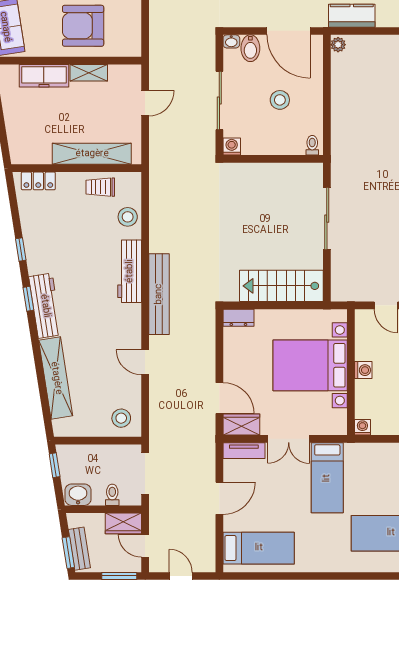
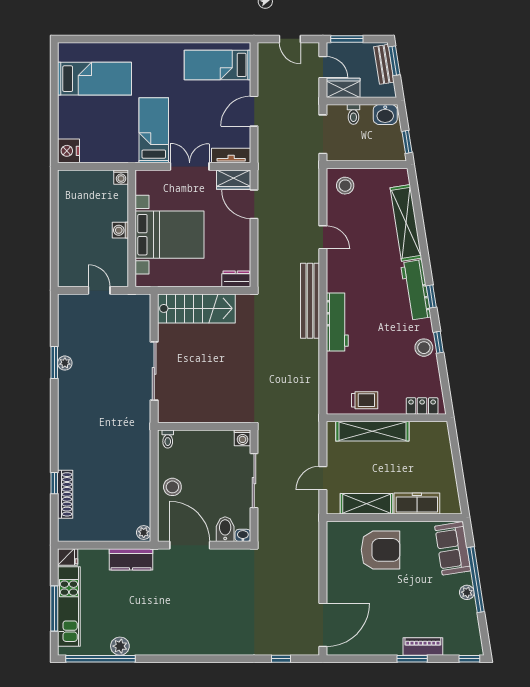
shelving: (89, 73) -> (367, 504), width x1.50, depth x1.33
stool: (280, 100) -> (172, 487), moved
stool: (128, 217) -> (424, 348), moved

